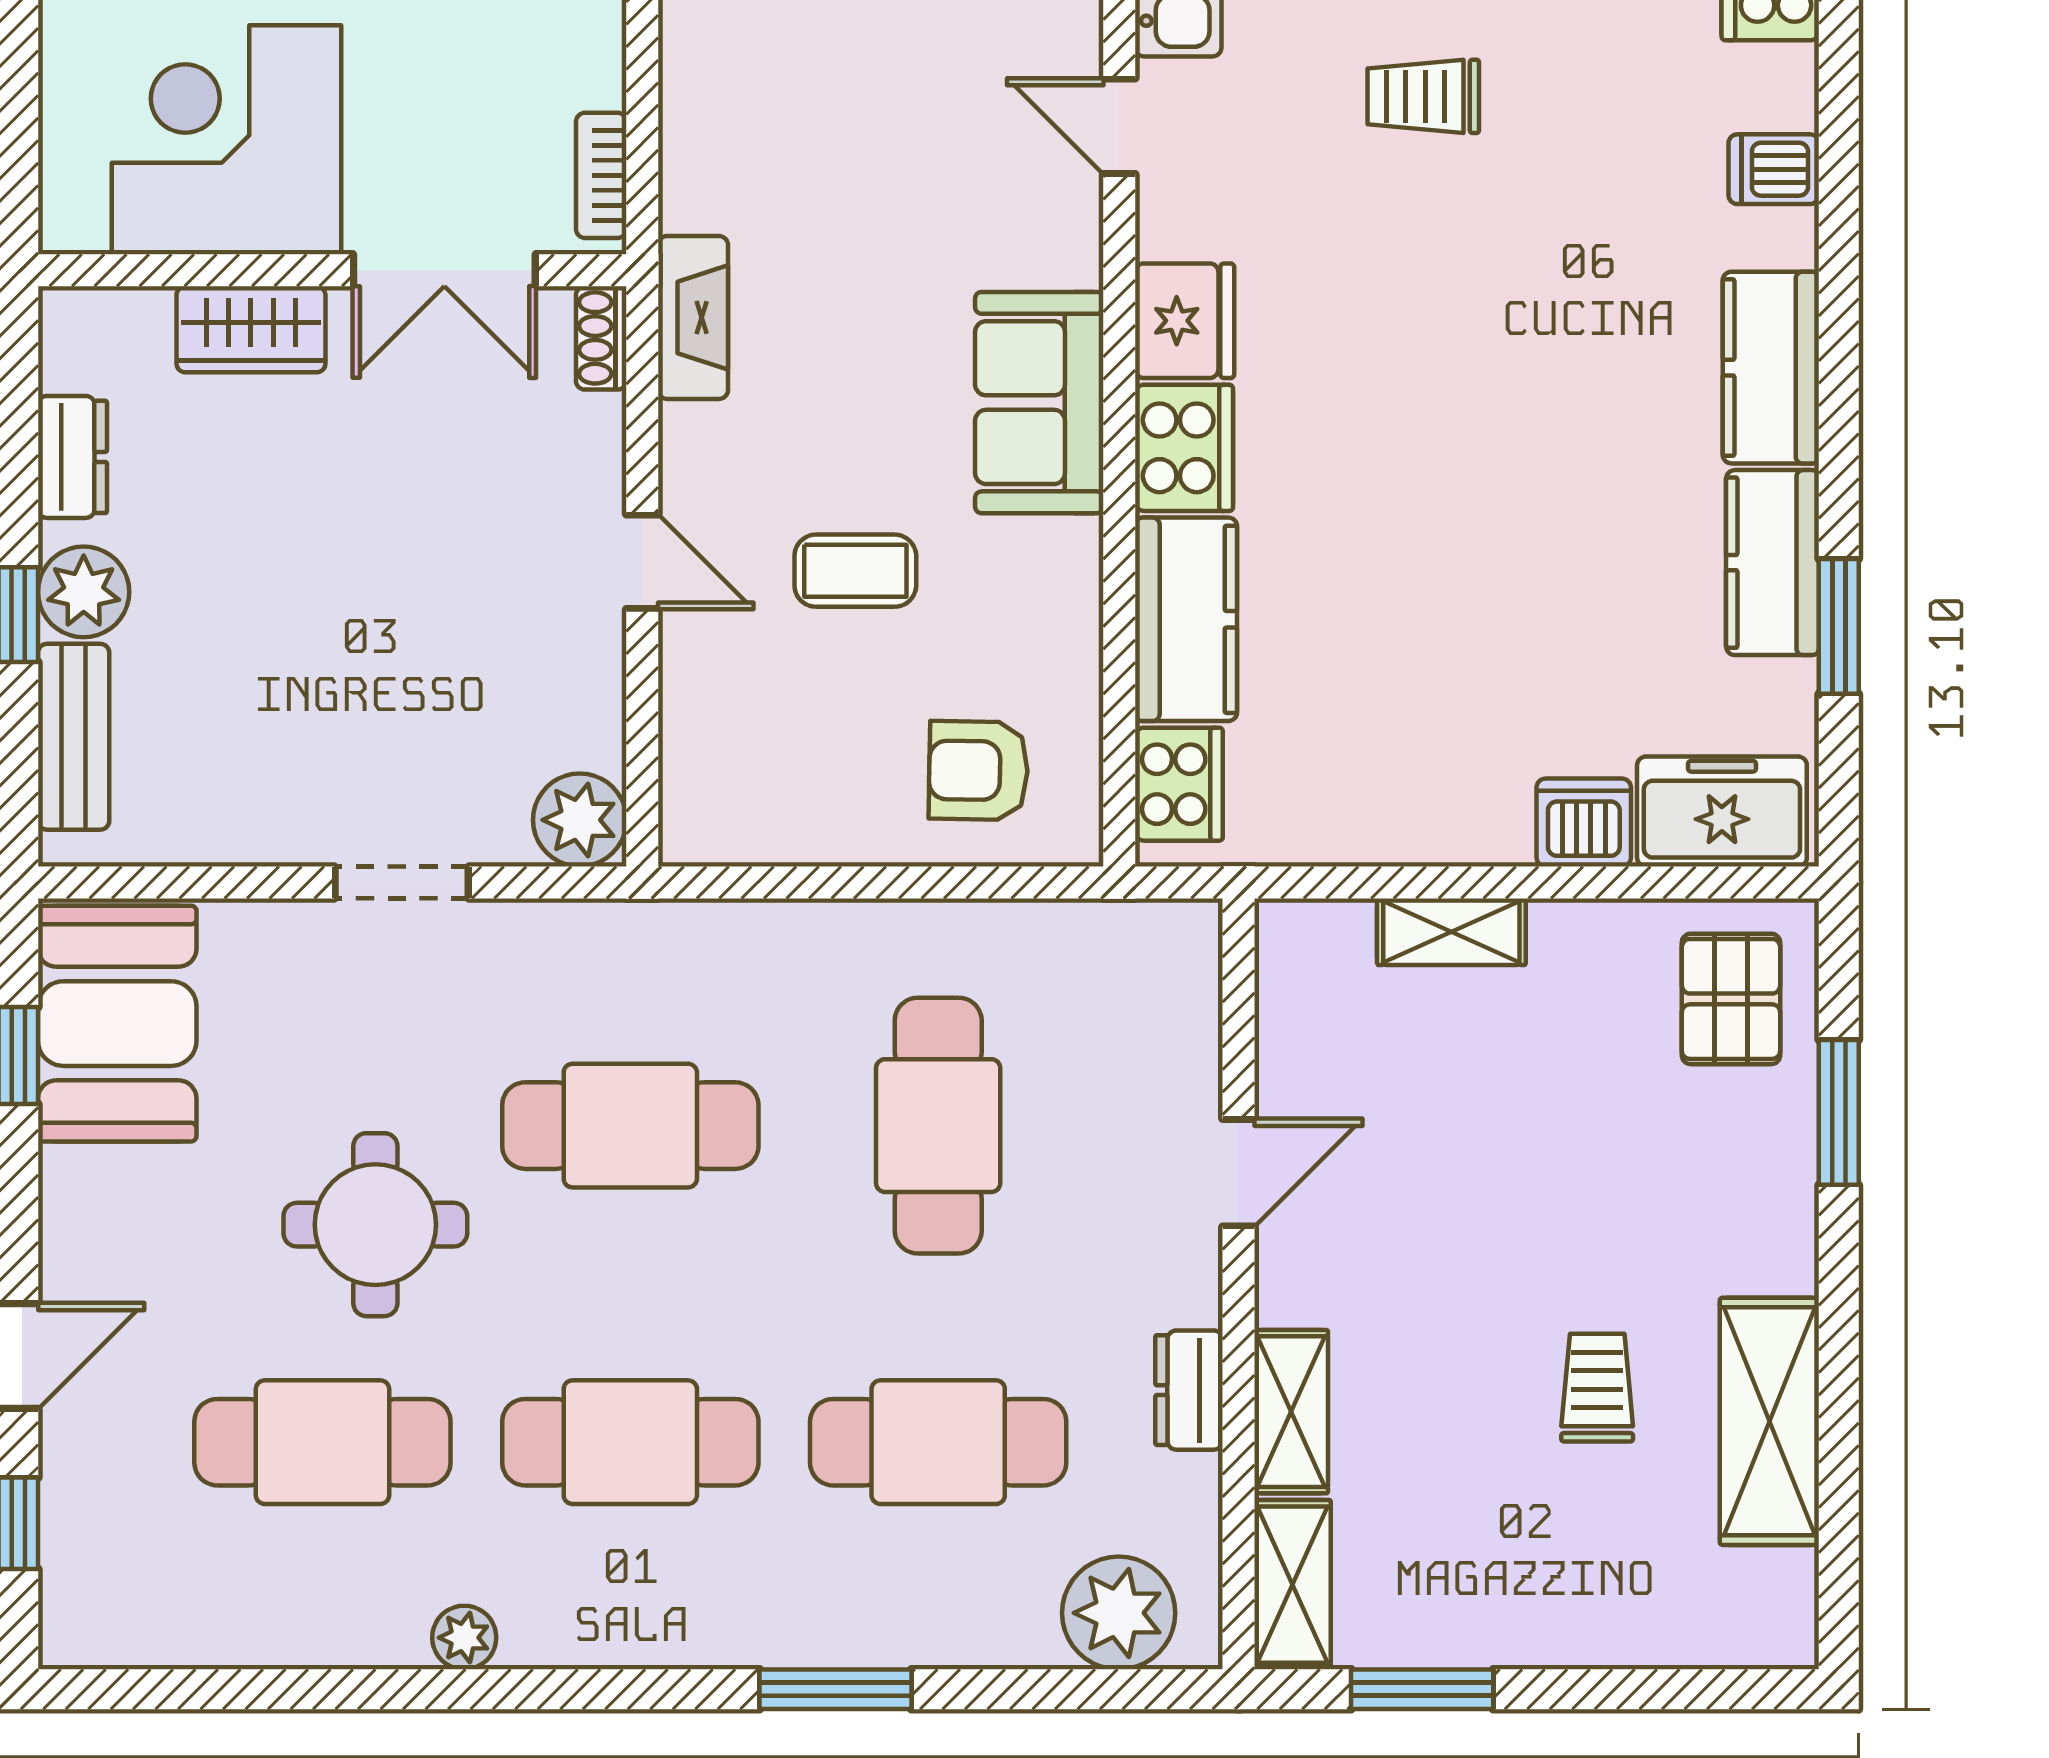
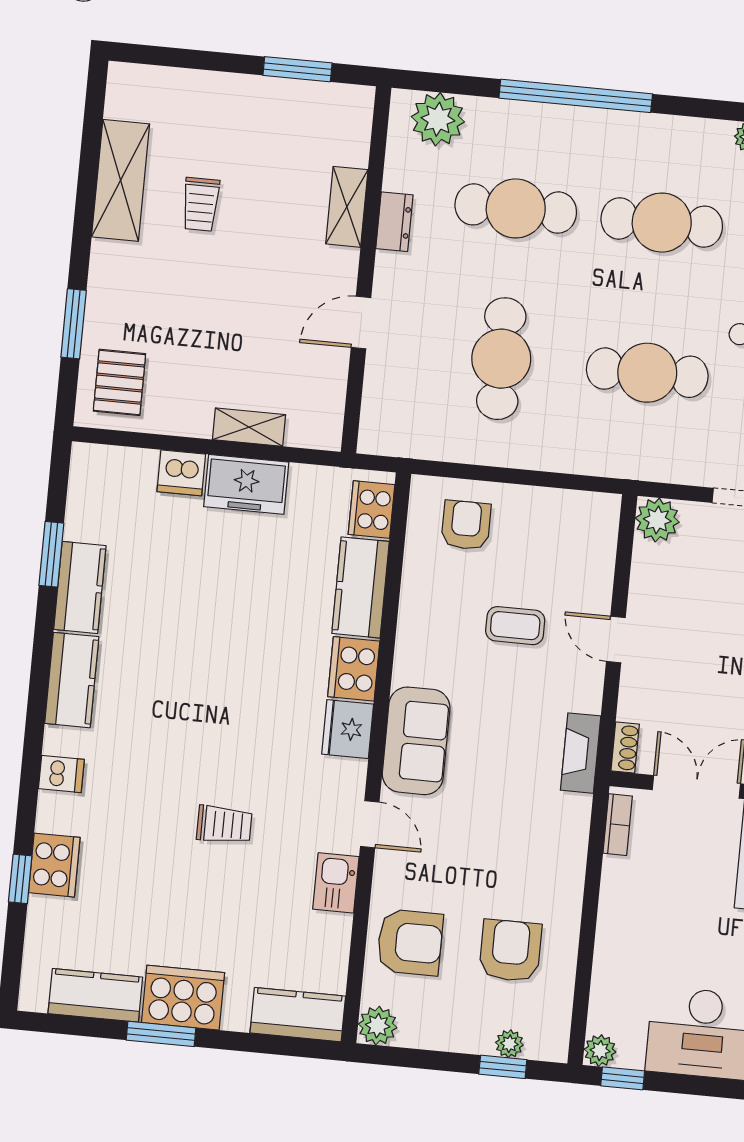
sofa: (1039, 403) -> (416, 741), moved
armchair: (978, 771) -> (466, 525), turned -91
freezer: (1722, 811) -> (246, 484), moved
shelving: (1293, 1585) -> (354, 125), removed
window: (836, 1689) -> (576, 96), width x2.11

